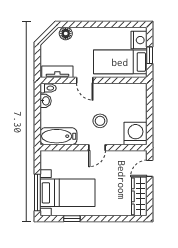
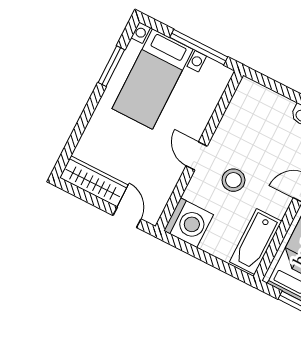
bathtub: (58, 136) -> (256, 241), moved, turned 180
window: (37, 192) -> (199, 47), moved
window: (72, 219) -> (111, 66), width x1.50

